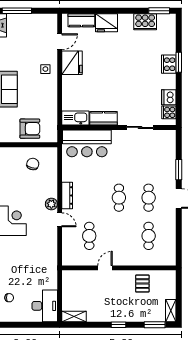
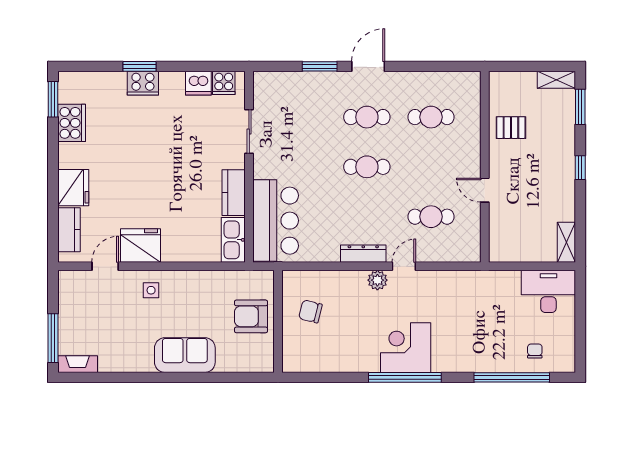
door: (60, 42) -> (105, 266), hinge flipped
armchair: (30, 129) -> (251, 316), turned -90

